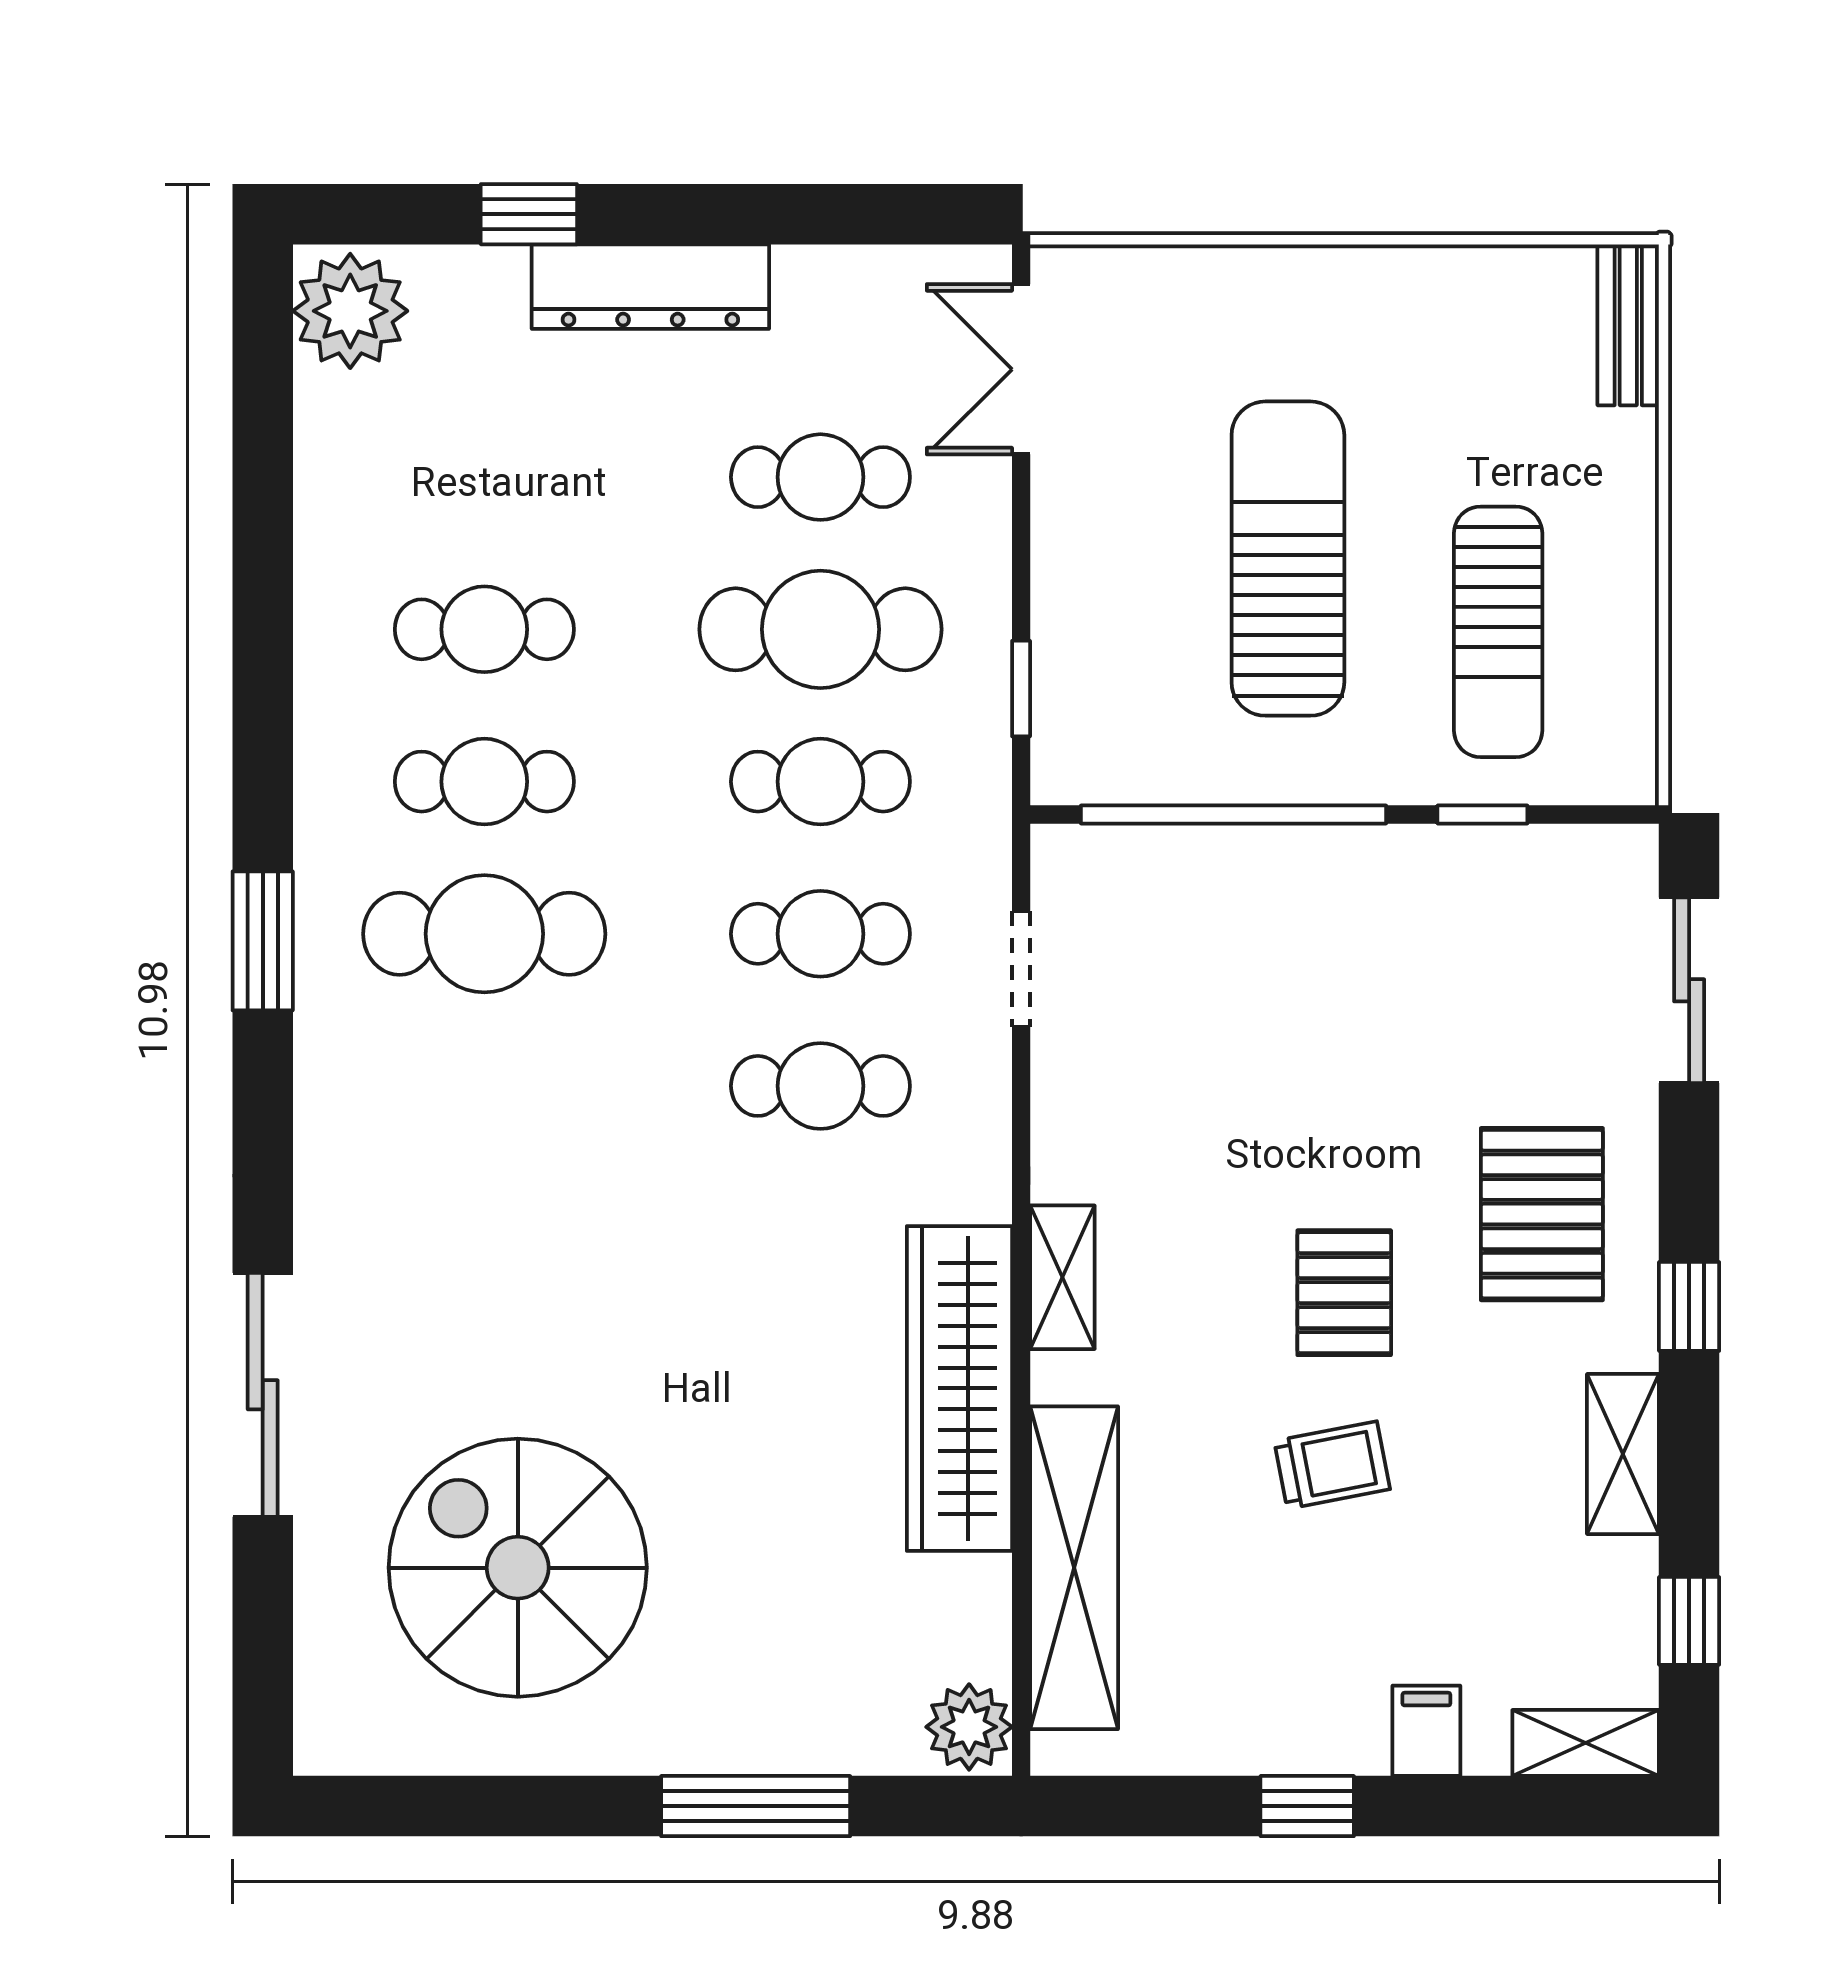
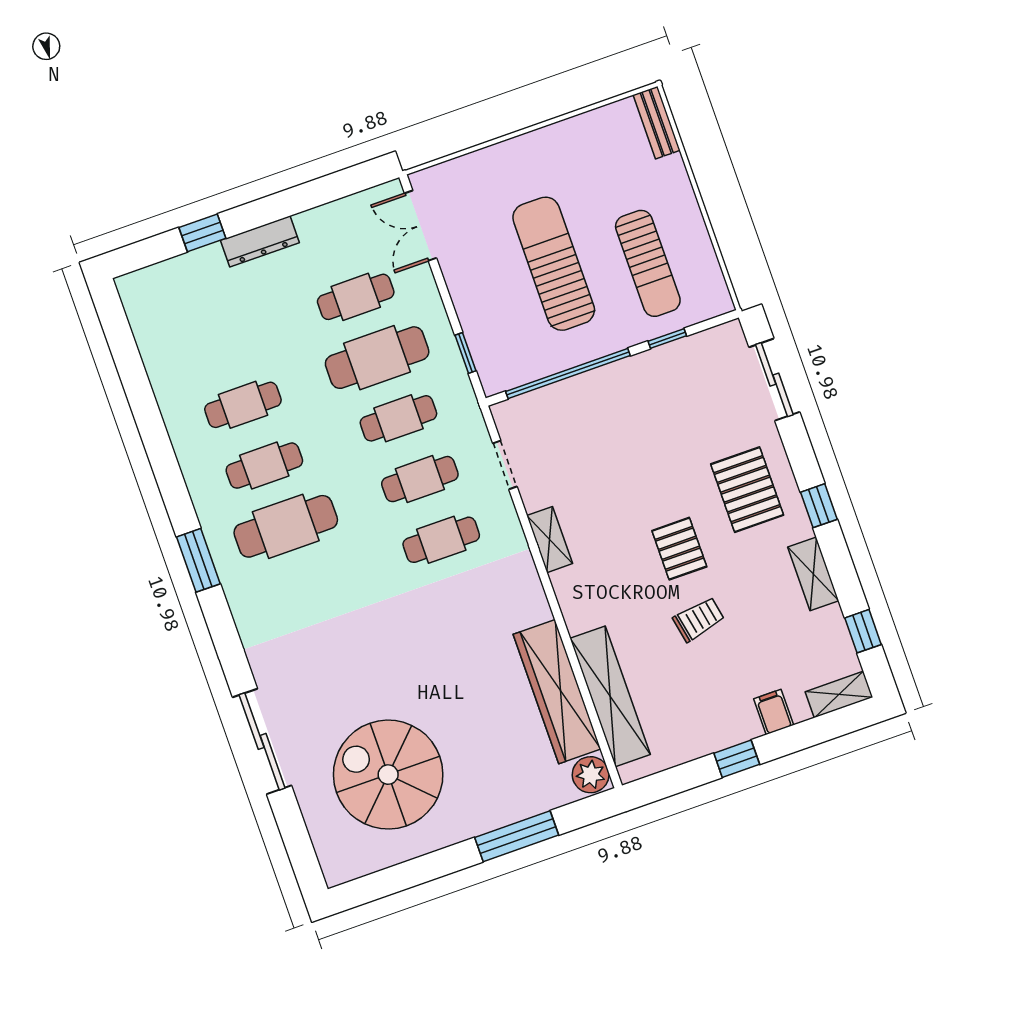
dresser: (650, 287) -> (260, 241), width x0.73, depth x0.80
plant: (350, 311) -> (145, 297), removed
shelving: (1062, 1277) -> (550, 540), moved
wardrobe: (959, 1388) -> (557, 692), moved

